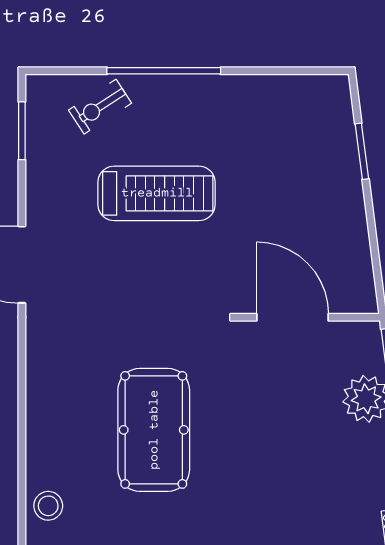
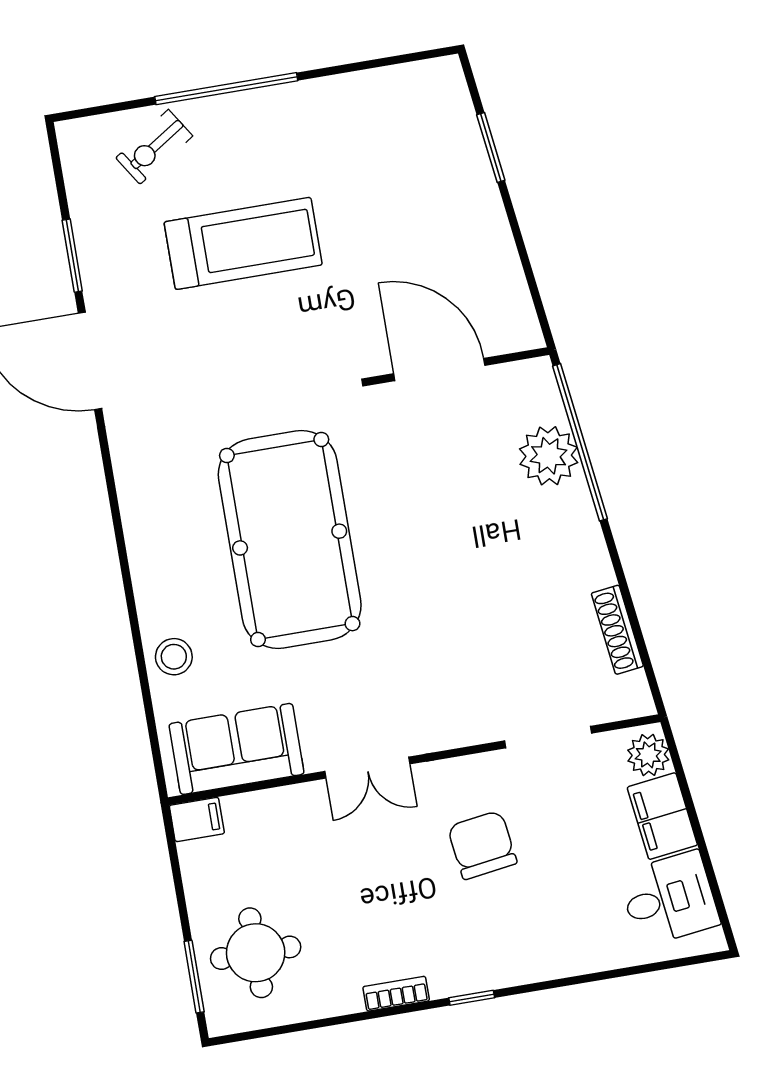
window: (22, 131) -> (72, 256), moved
pool table: (154, 430) -> (290, 540), width x1.36, depth x1.32

